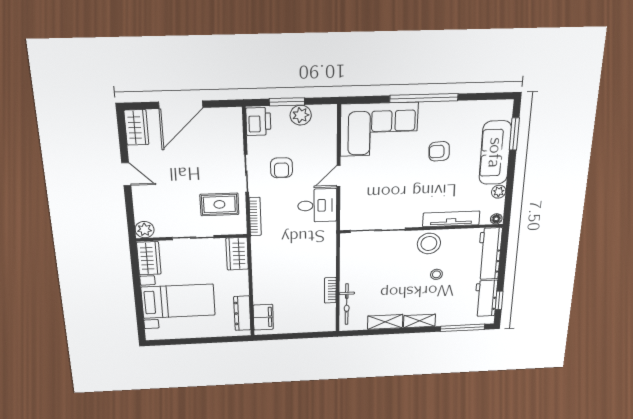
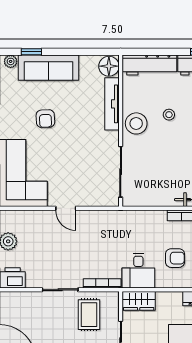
window: (514, 134) -> (31, 52), width x0.67
armchair: (281, 168) -> (175, 258), moved
plant: (499, 192) -> (11, 61), moved
desk: (317, 206) -> (138, 271), moved, turned 180
floor lamp: (496, 219) -> (109, 66), width x1.89, depth x1.89

